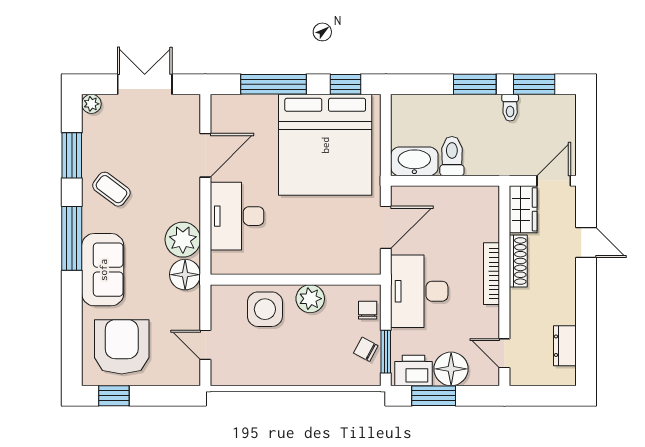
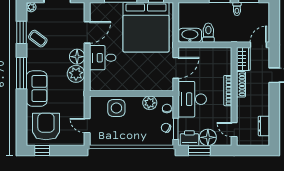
coffee table: (111, 189) -> (38, 39), moved
desk: (237, 216) -> (103, 58), width x0.73
floor lamp: (185, 275) -> (77, 57), moved
plant: (310, 299) -> (150, 103), moved

